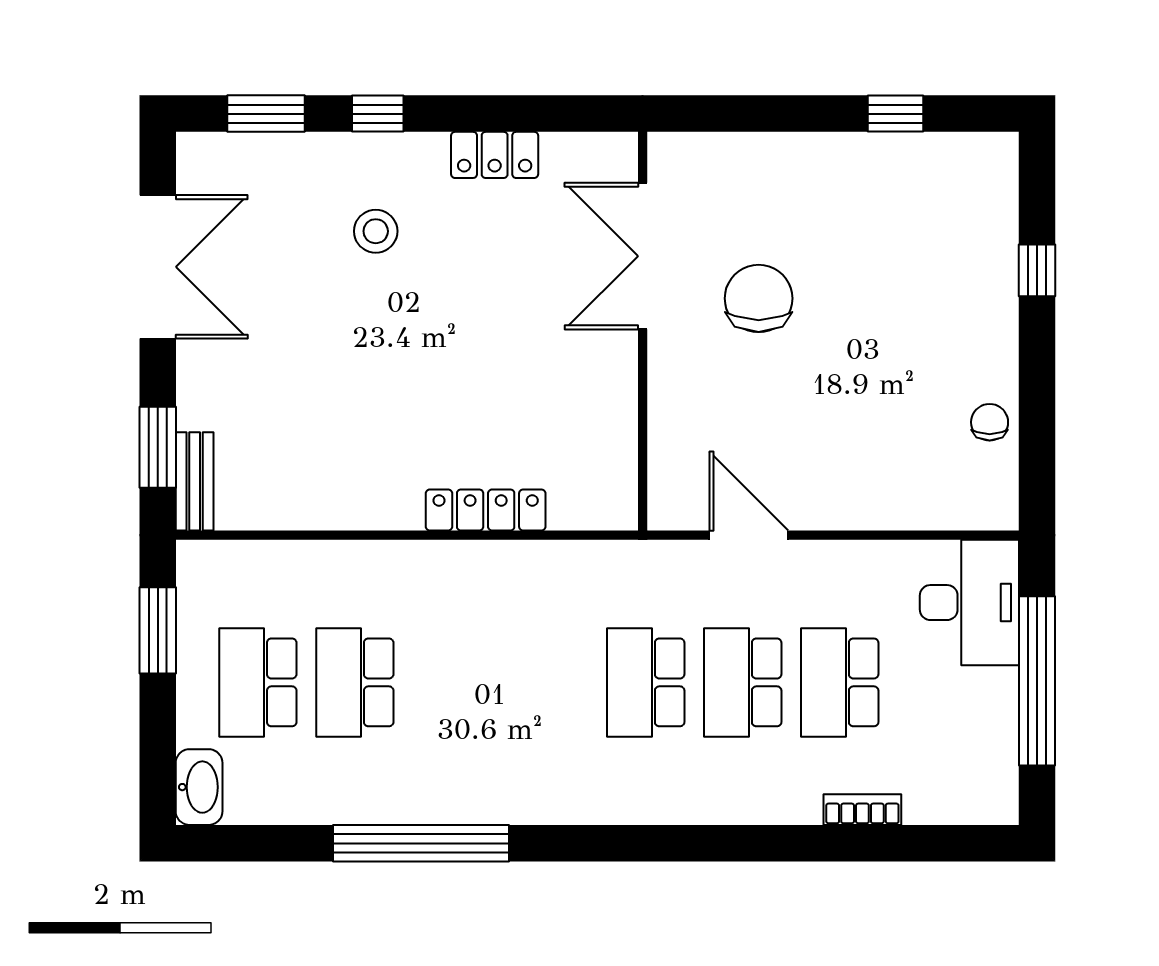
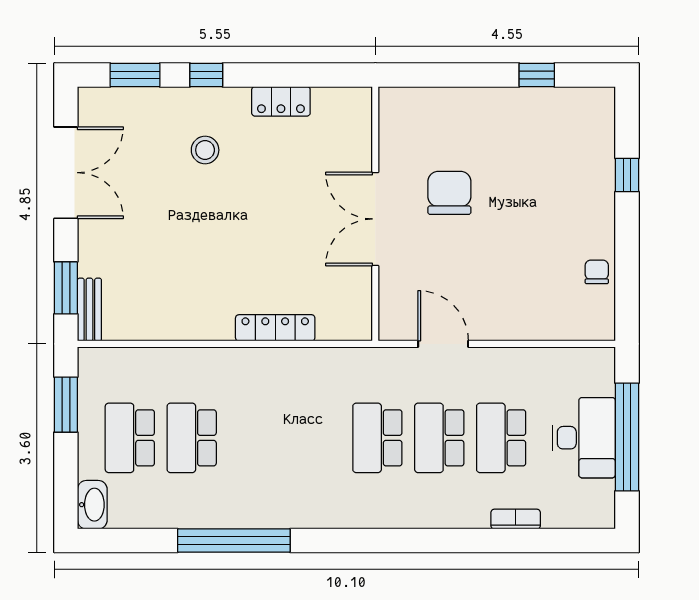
double door: (643, 256) -> (375, 219), moved
desk: (969, 603) -> (584, 438), moved

